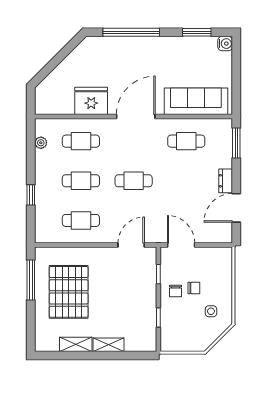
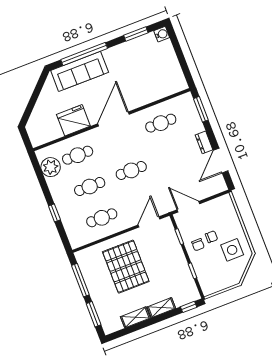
sofa: (196, 101) -> (80, 71), moved, turned 180
plant: (41, 143) -> (51, 167), width x1.88, depth x1.88
pallet: (69, 292) -> (126, 267), moved
side table: (211, 311) -> (232, 250), width x1.87, depth x1.87
window: (31, 323) -> (94, 314), added
window: (139, 356) -> (189, 307), added

